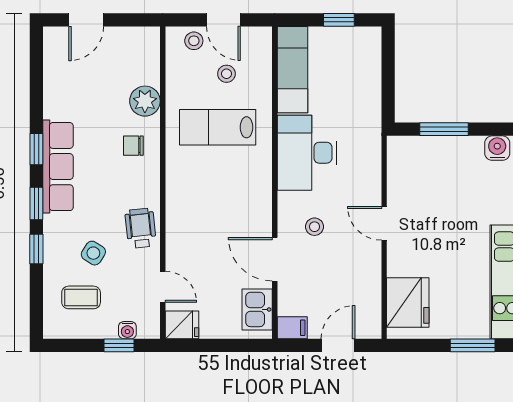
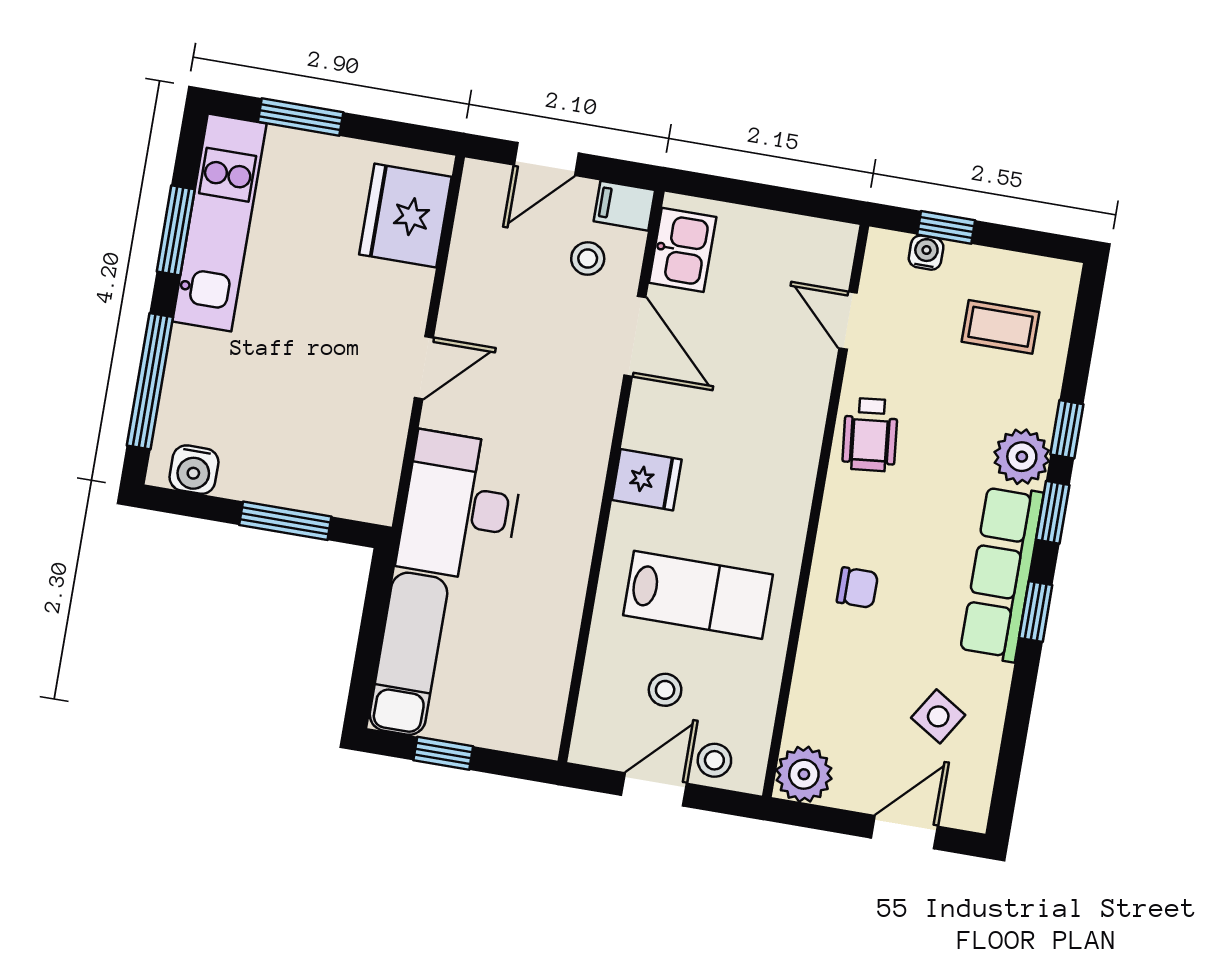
door: (223, 20) -> (654, 789), hinge flipped
exam couch: (292, 70) -> (408, 654), moved, turned 180
plant: (145, 101) -> (804, 774), moved
desk: (307, 153) -> (461, 507), moved, turned 180
door: (384, 223) -> (424, 368), hinge flipped
stool: (314, 227) -> (588, 259), moved
plant: (58, 230) -> (1022, 457), added
side table: (93, 253) -> (938, 716), moved
fridge: (182, 325) -> (647, 480), moved, turned 180

